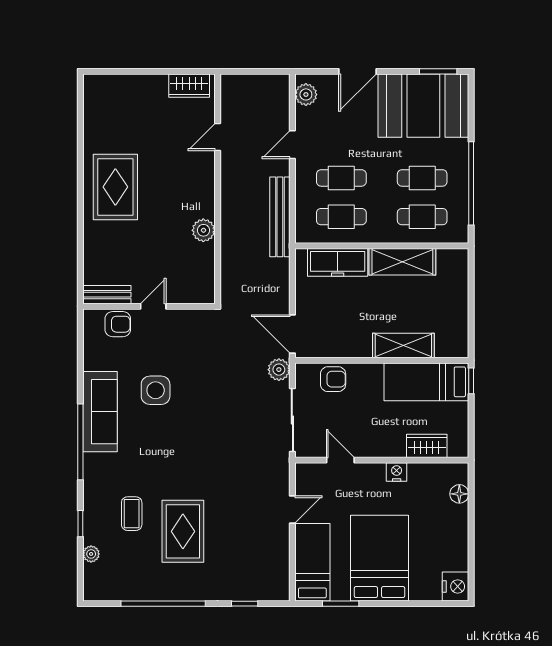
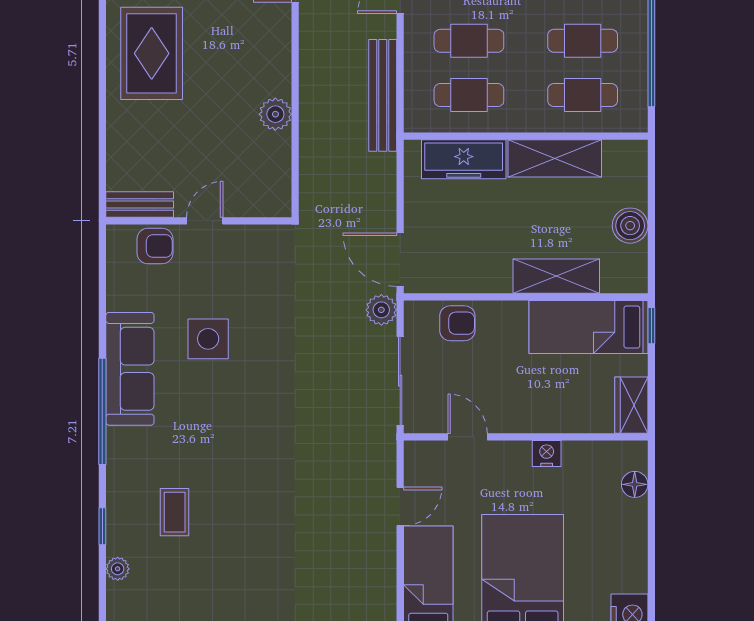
boiler: (456, 310) -> (630, 226), added
wardrobe: (427, 446) -> (631, 405), moved, turned -90
rug: (183, 531) -> (246, 537), removed

